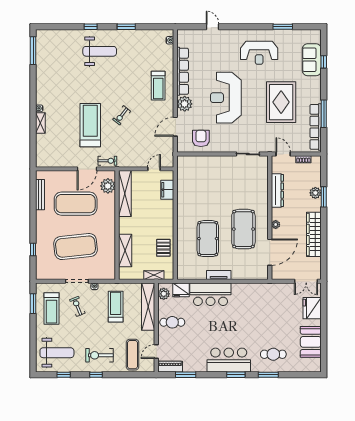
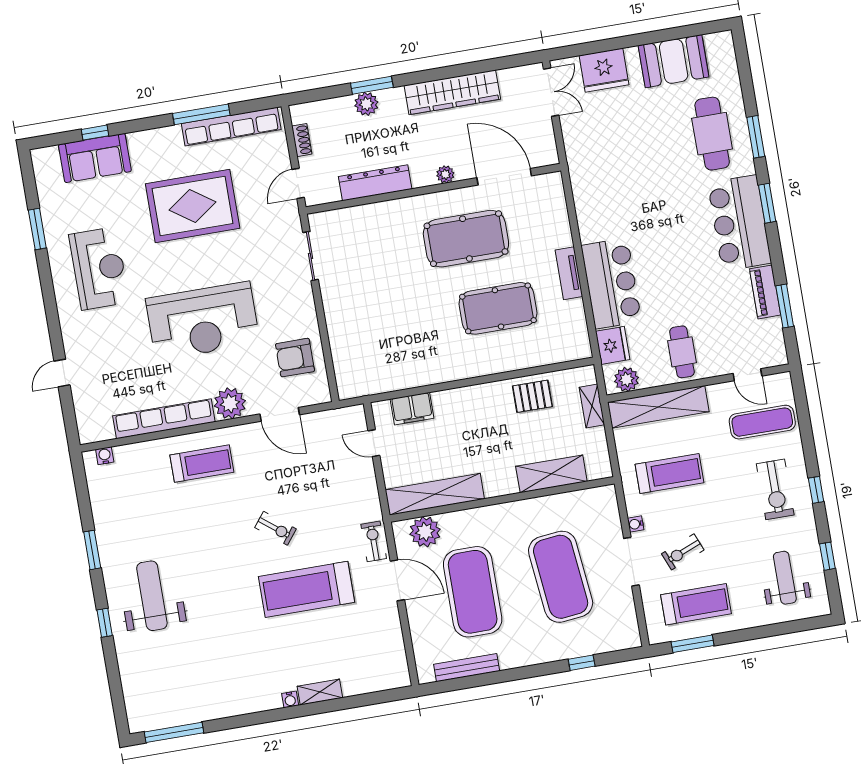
treadmill: (116, 307) -> (670, 473), turned 180
weight bench: (57, 353) -> (785, 578), width x0.73, depth x0.75
cafe table: (273, 354) -> (712, 134), width x1.37, depth x1.35
piano: (170, 367) -> (765, 292), moved

